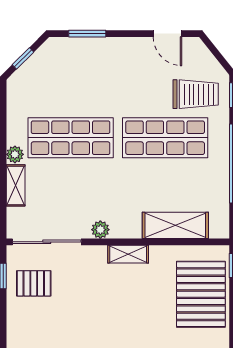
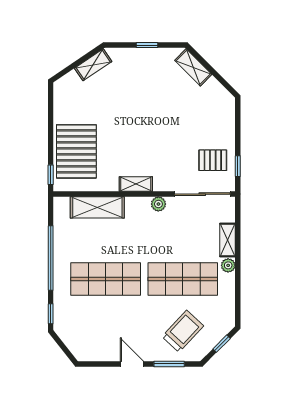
door: (168, 34) -> (132, 364), moved
trolley: (196, 94) -> (183, 331), moved, turned 133

